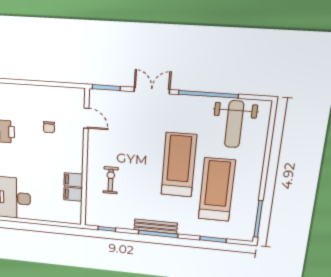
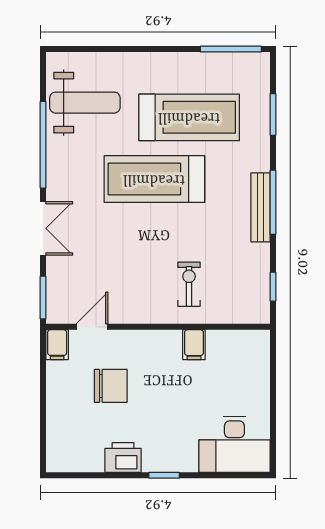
double door: (152, 91) -> (43, 228), swing flipped
chair: (49, 127) -> (111, 386), width x1.87, depth x1.87
exercise bike: (111, 180) -> (189, 284), turned 90
treadmill: (217, 190) -> (189, 117), turned 180
filing cabinet: (73, 194) -> (57, 345), moved

